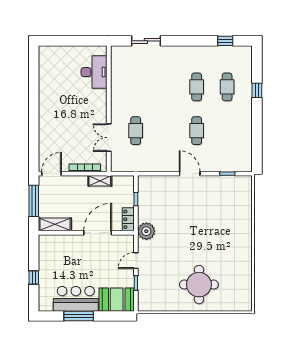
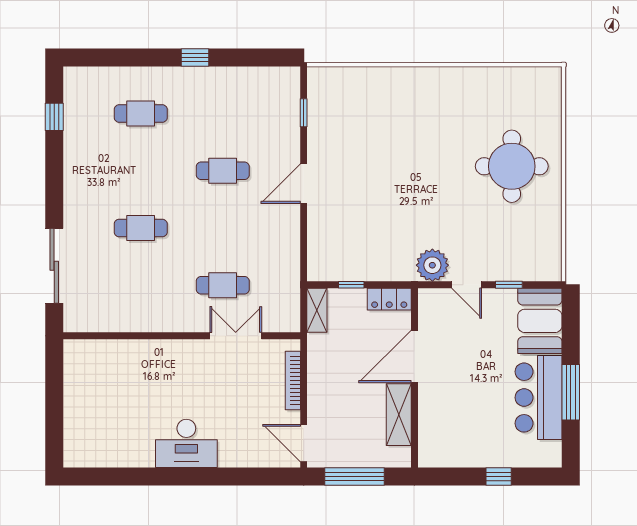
sliding door: (146, 41) -> (54, 266), width x1.37
desk: (94, 72) -> (186, 443), moved, turned 180
cafe table: (197, 87) -> (141, 228), moved
window: (257, 90) -> (195, 57), moved
double door: (109, 138) -> (236, 336), swing flipped
shelving: (100, 181) -> (317, 310), moved
shelving: (55, 224) -> (399, 415), moved
plant: (146, 231) -> (432, 265), moved
door: (98, 233) -> (414, 357), hinge flipped

